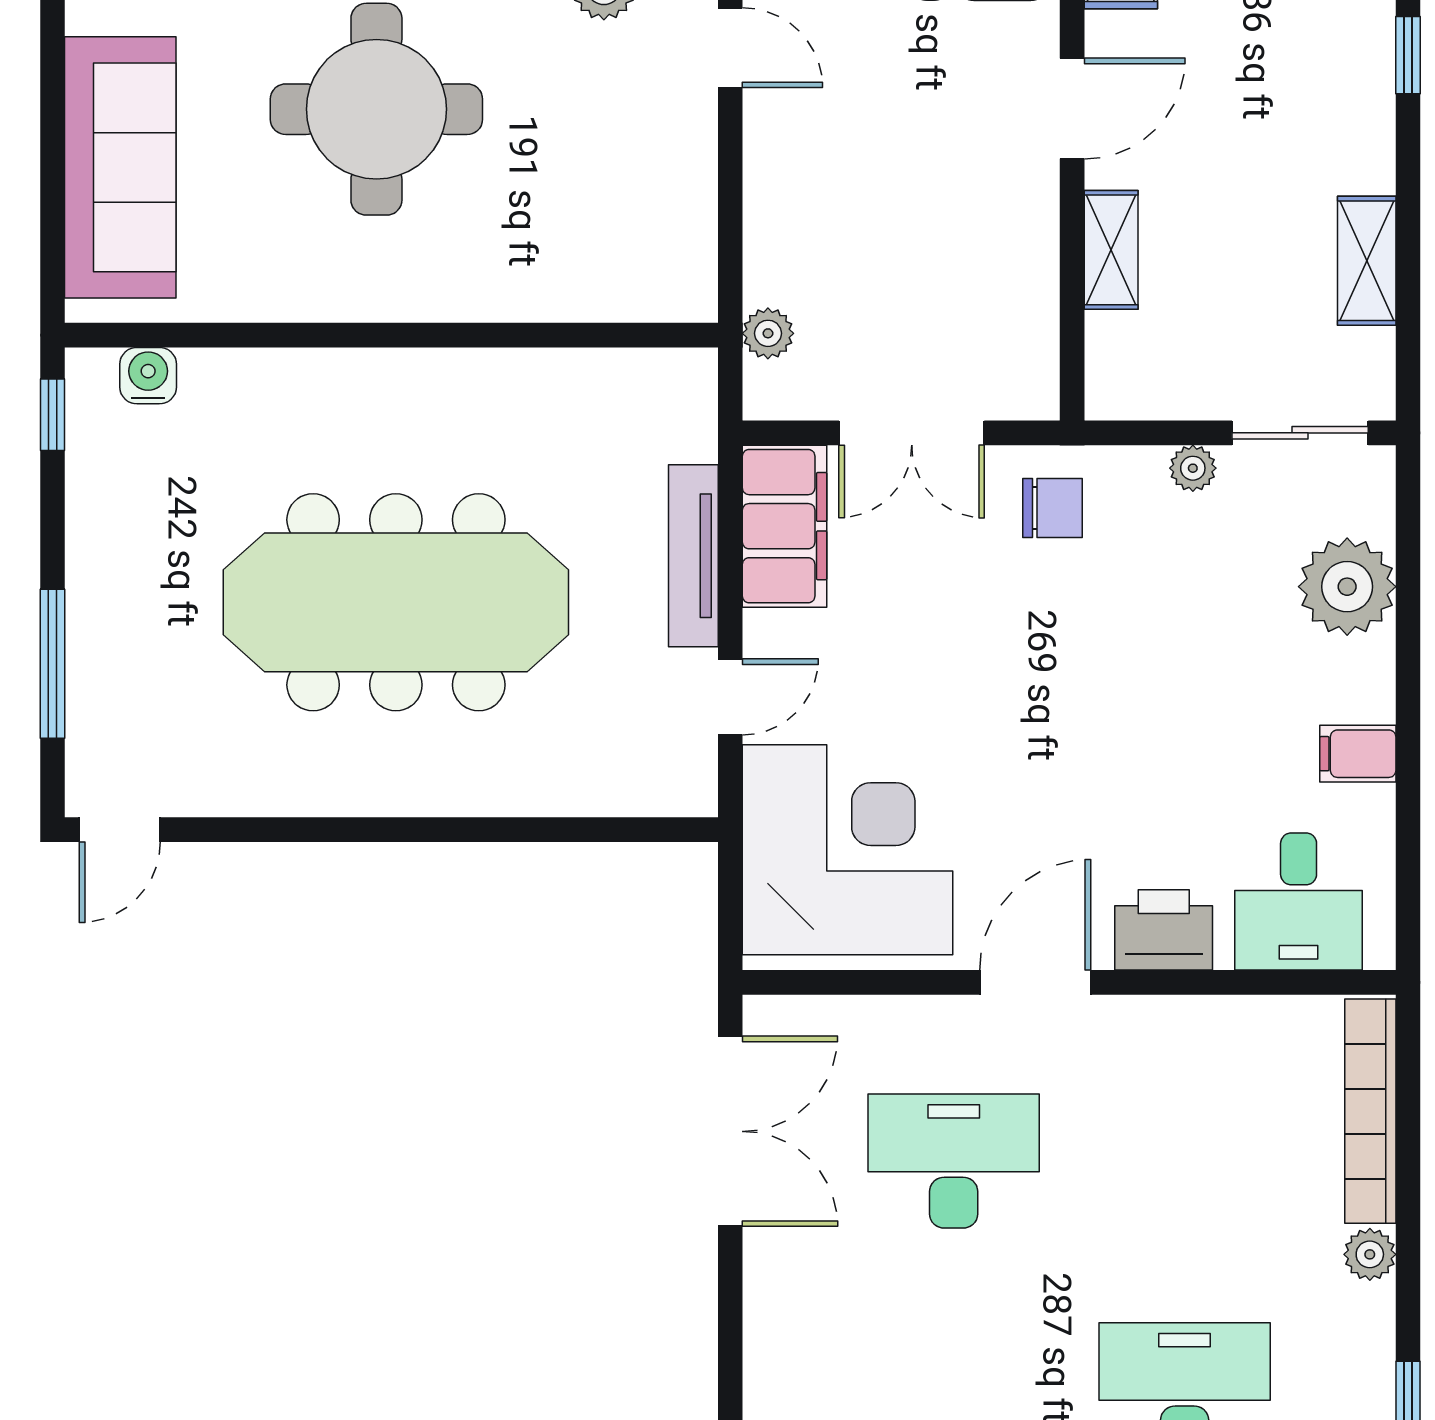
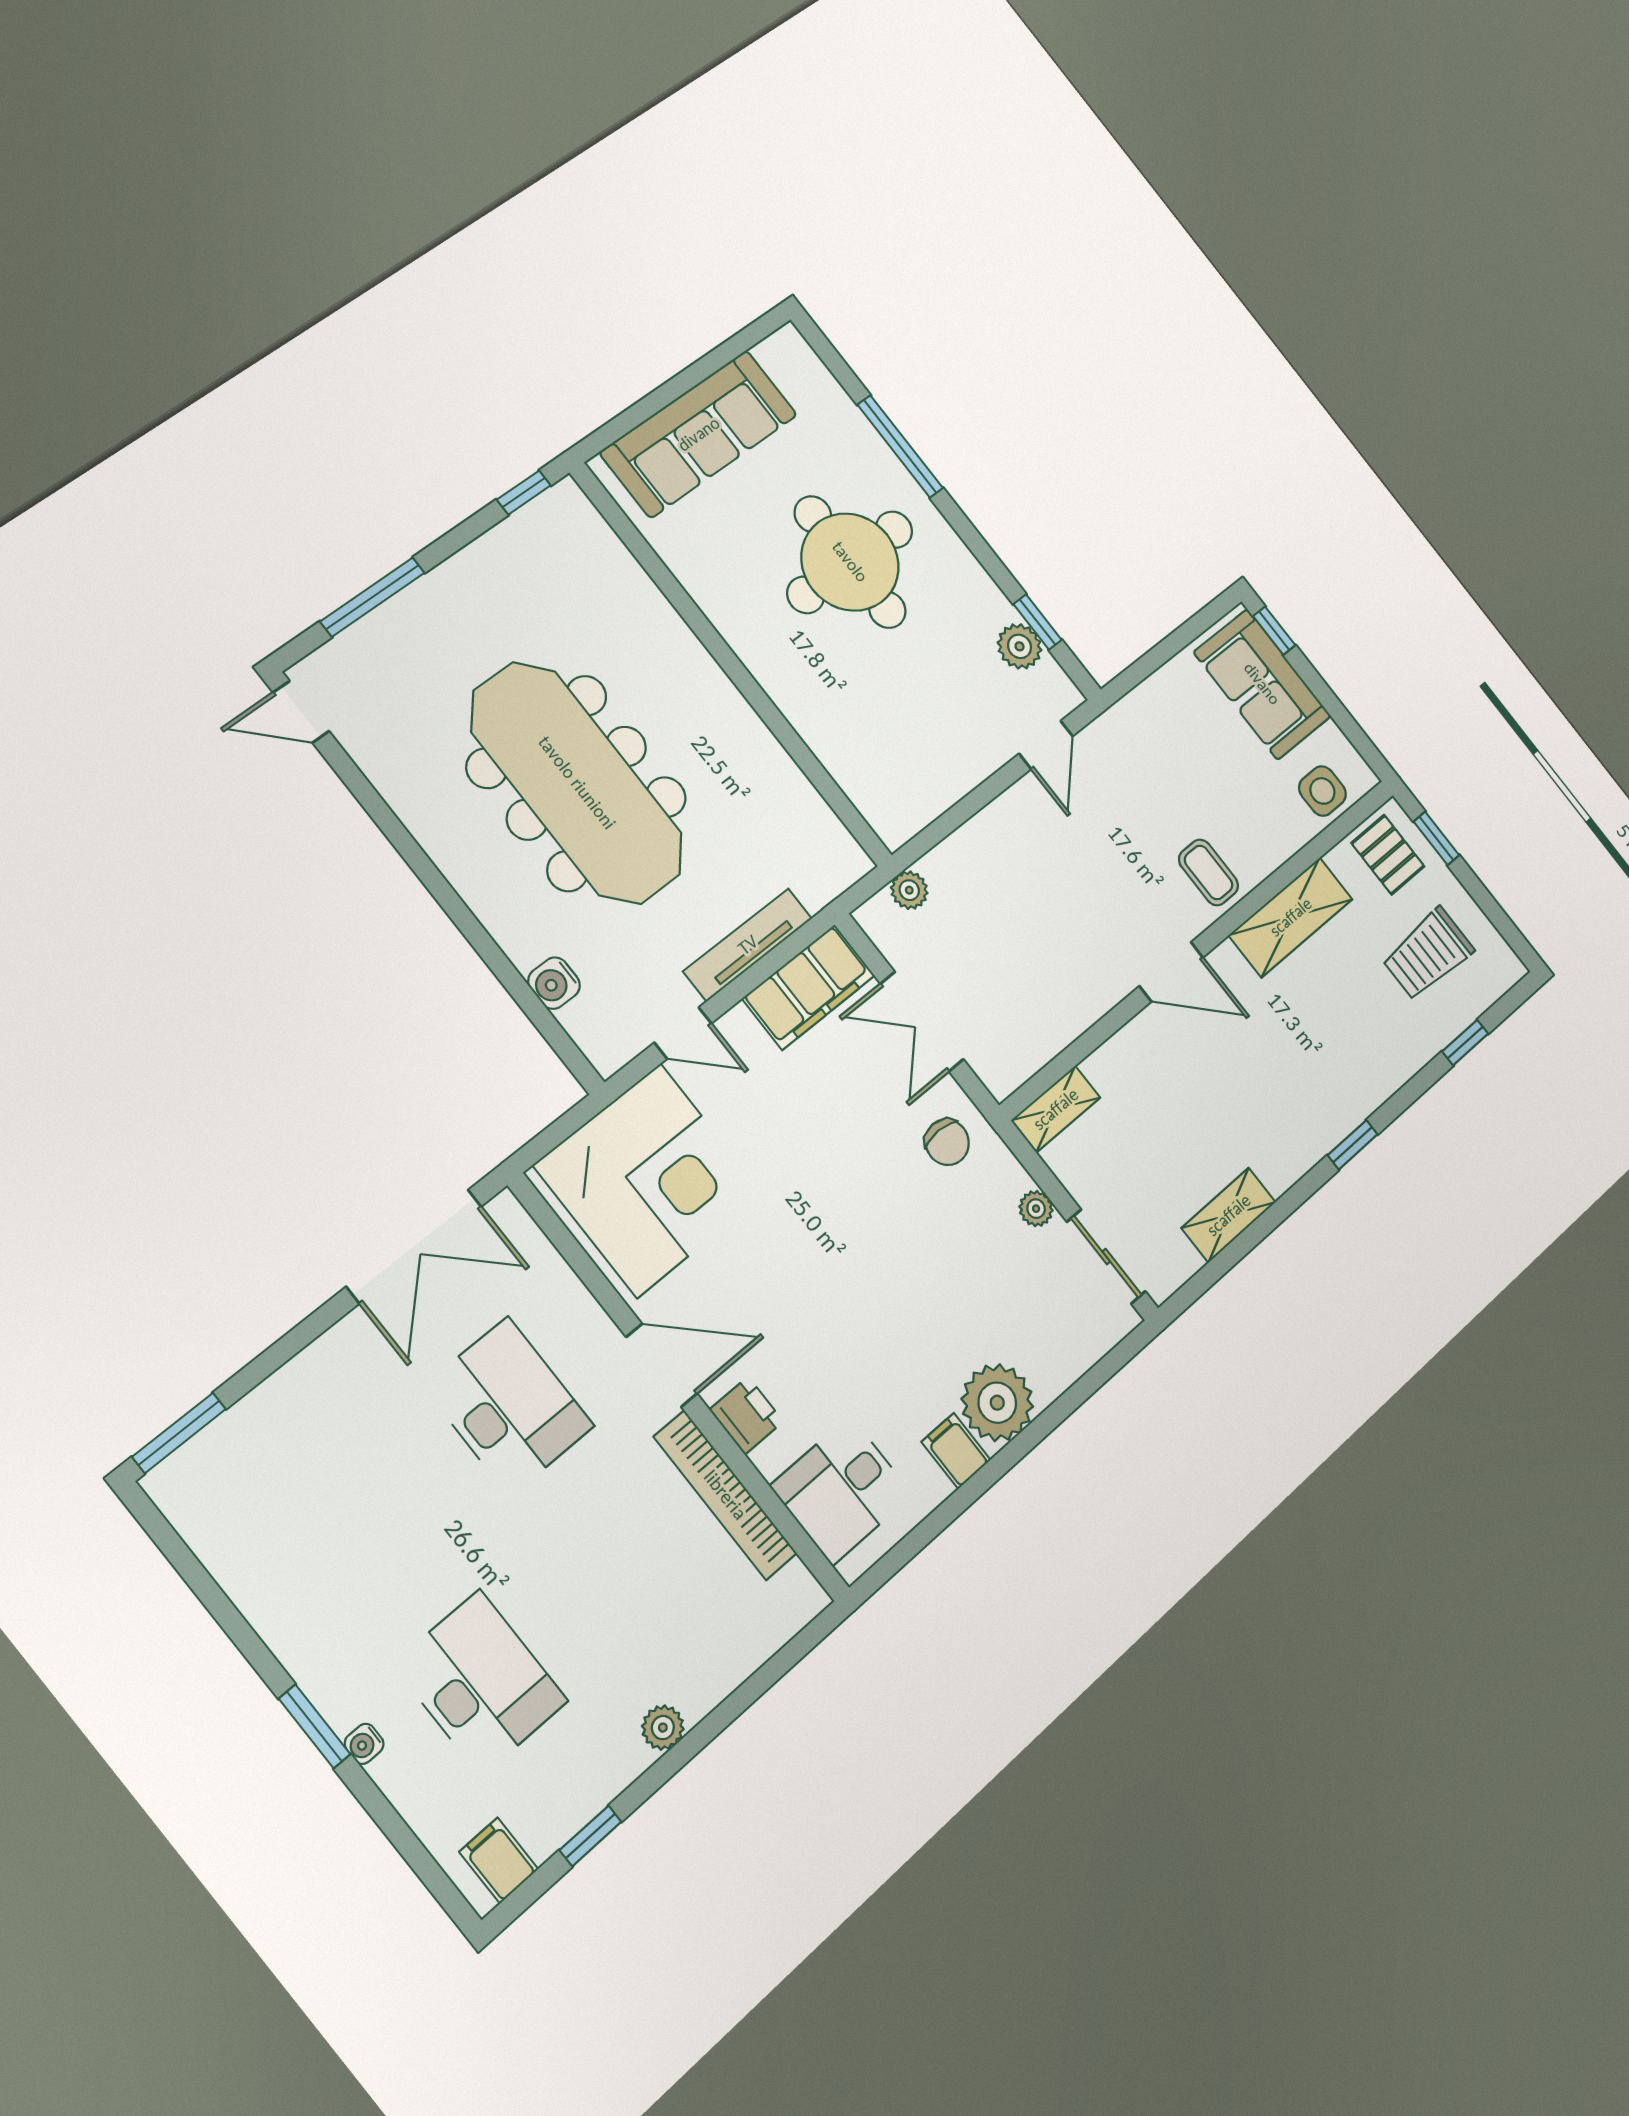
shelving: (1111, 250) -> (1056, 1109), moved
water cooler: (148, 376) -> (554, 983), moved, turned 180
plant: (1347, 587) -> (997, 1403), moved
printer: (1164, 930) -> (746, 1416), width x0.73, depth x0.81
bookcase: (1370, 1111) -> (725, 1495), moved, turned -90

